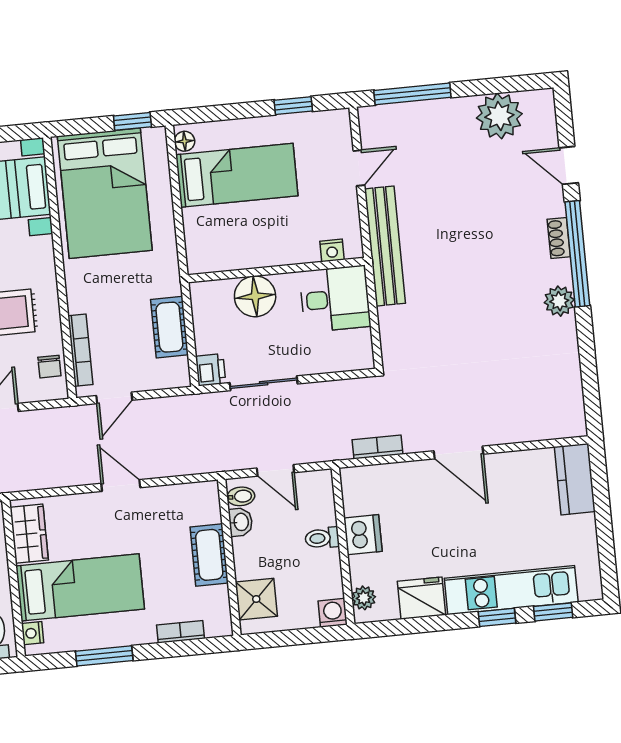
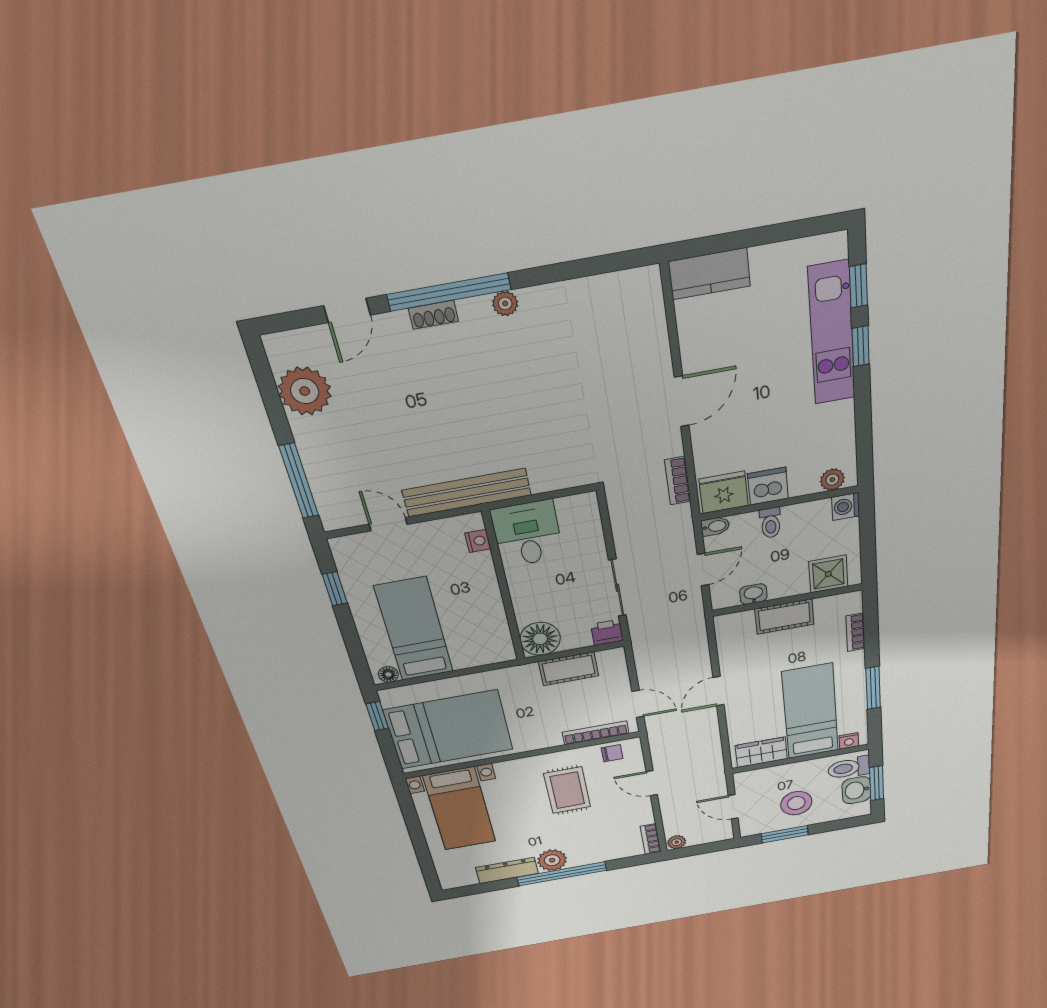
floor lamp: (255, 296) -> (540, 639), moved
plant: (559, 301) -> (505, 303), width x0.73, depth x0.73
bidet: (241, 496) -> (715, 526), moved, turned 90
fridge: (421, 598) -> (724, 492), moved, turned 90

